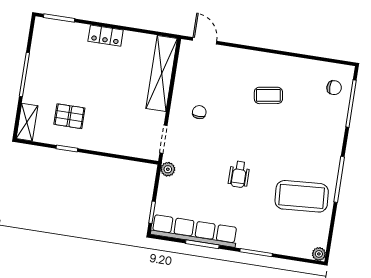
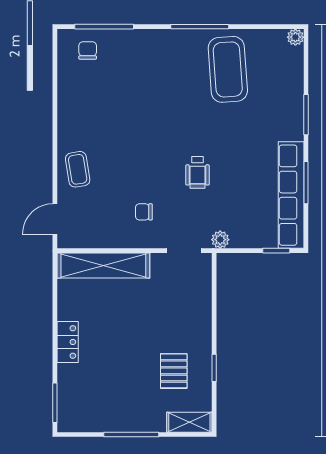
coffee table: (268, 95) -> (78, 169), moved
wheelchair: (239, 174) -> (197, 172), moved, turned 90

